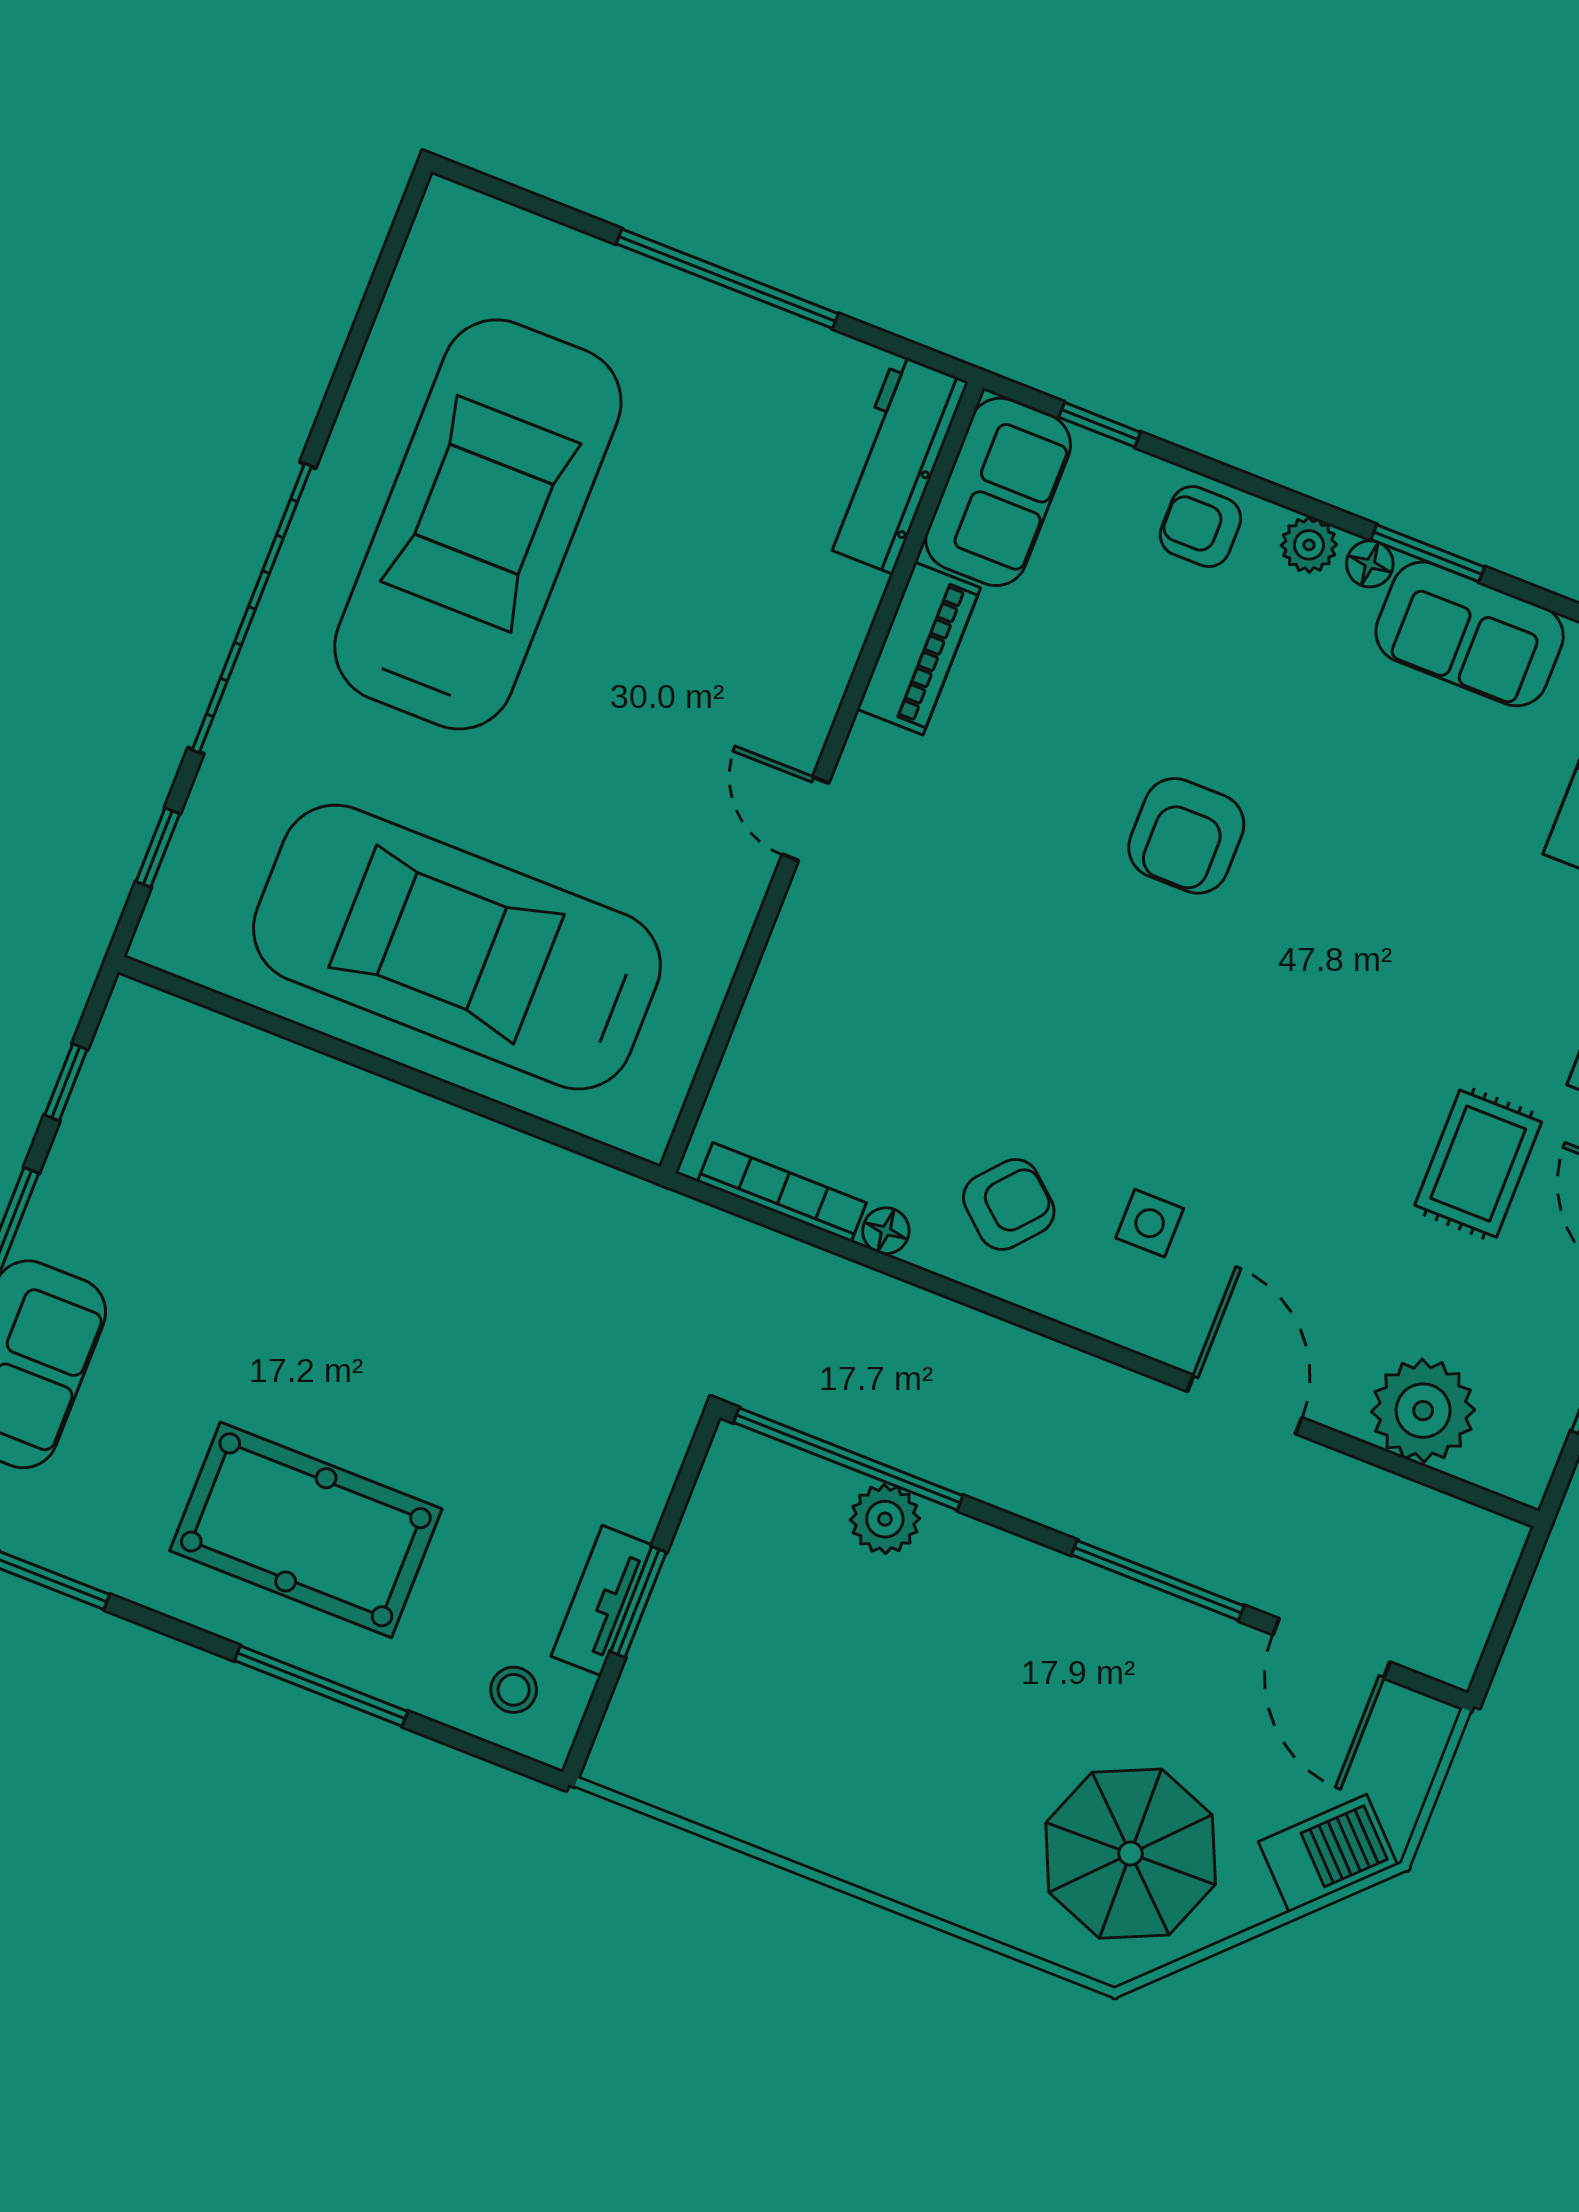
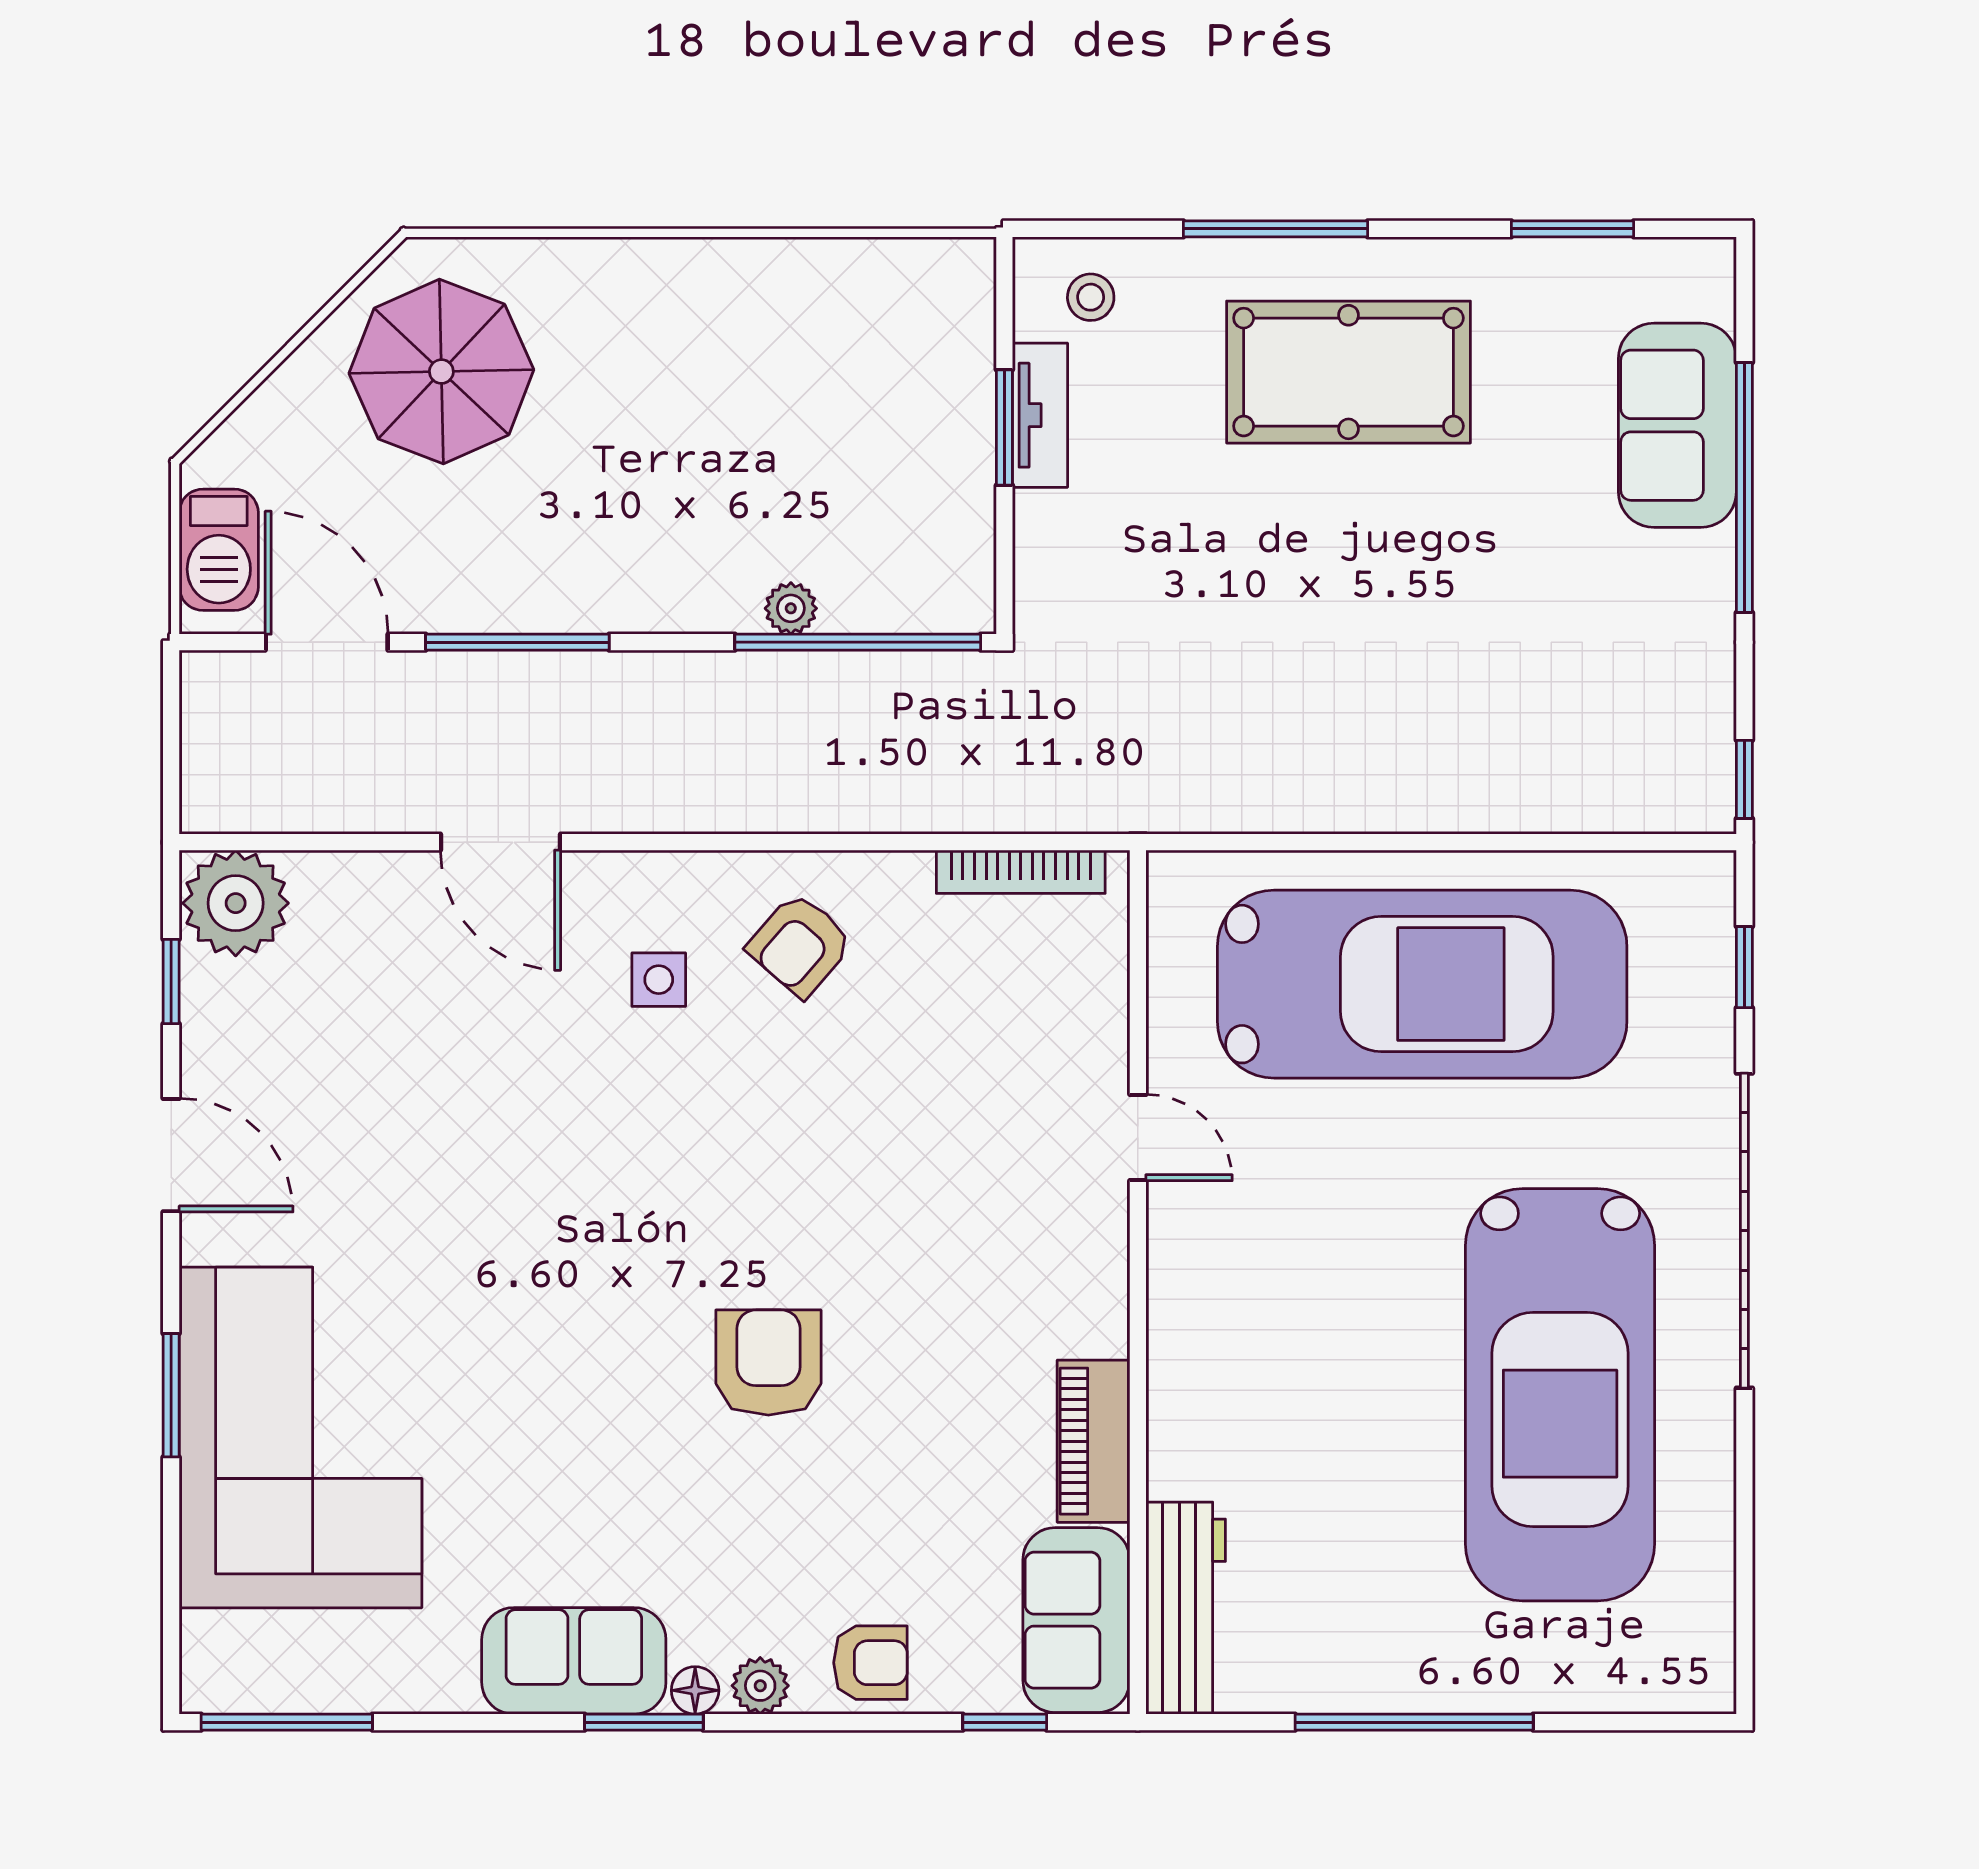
door: (806, 819) -> (1138, 1138), moved
window: (66, 1082) -> (1744, 779), moved
rug: (1478, 1164) -> (368, 1159), removed
floor lamp: (886, 1231) -> (907, 874), removed
plant: (1423, 1411) -> (236, 903), moved
plant: (885, 1519) -> (791, 608), width x0.73, depth x0.73
barbecue: (1328, 1853) -> (219, 550), moved, turned -45

